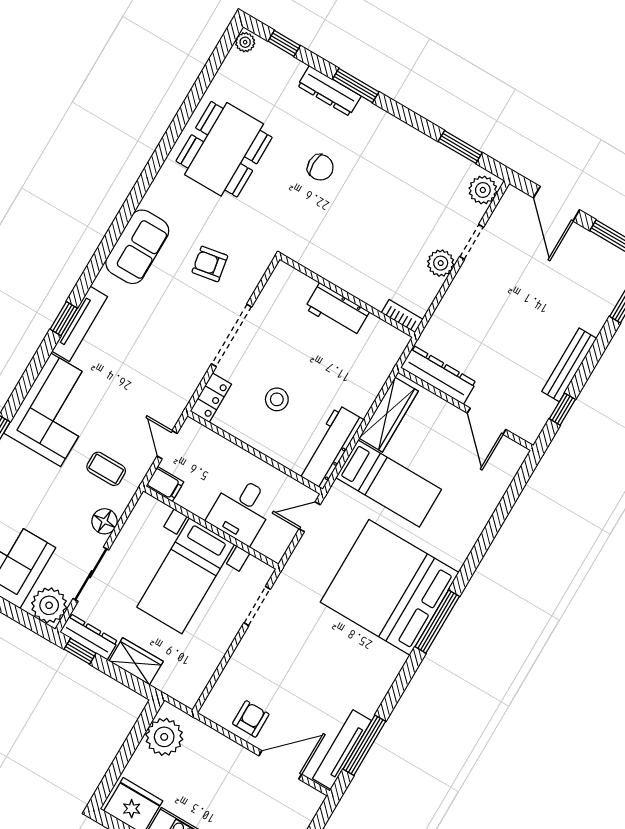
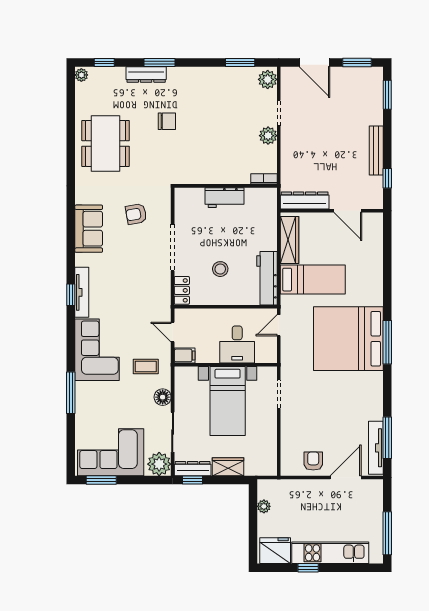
plant: (164, 737) -> (264, 506), width x0.53, depth x0.53

